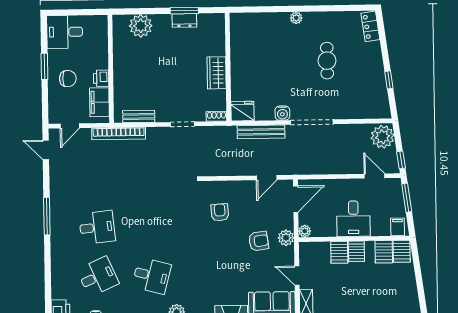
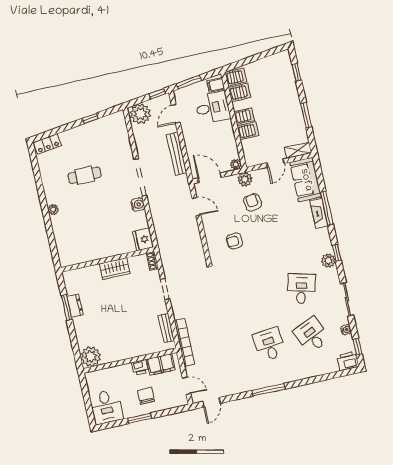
plant: (141, 26) -> (91, 357), moved
bench: (261, 132) -> (177, 154), moved
desk: (353, 219) -> (213, 108), moved

